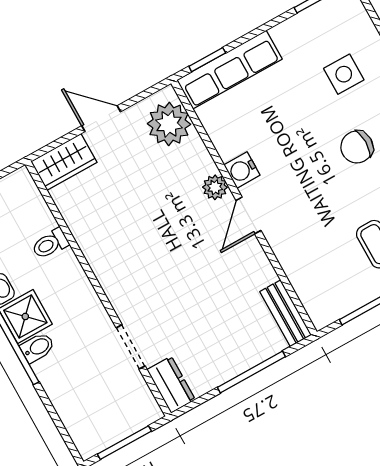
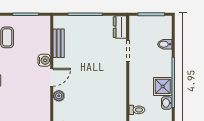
water cooler: (242, 170) -> (44, 60), moved
bench: (286, 313) -> (59, 43), moved
bidet: (37, 347) -> (165, 44), moved

